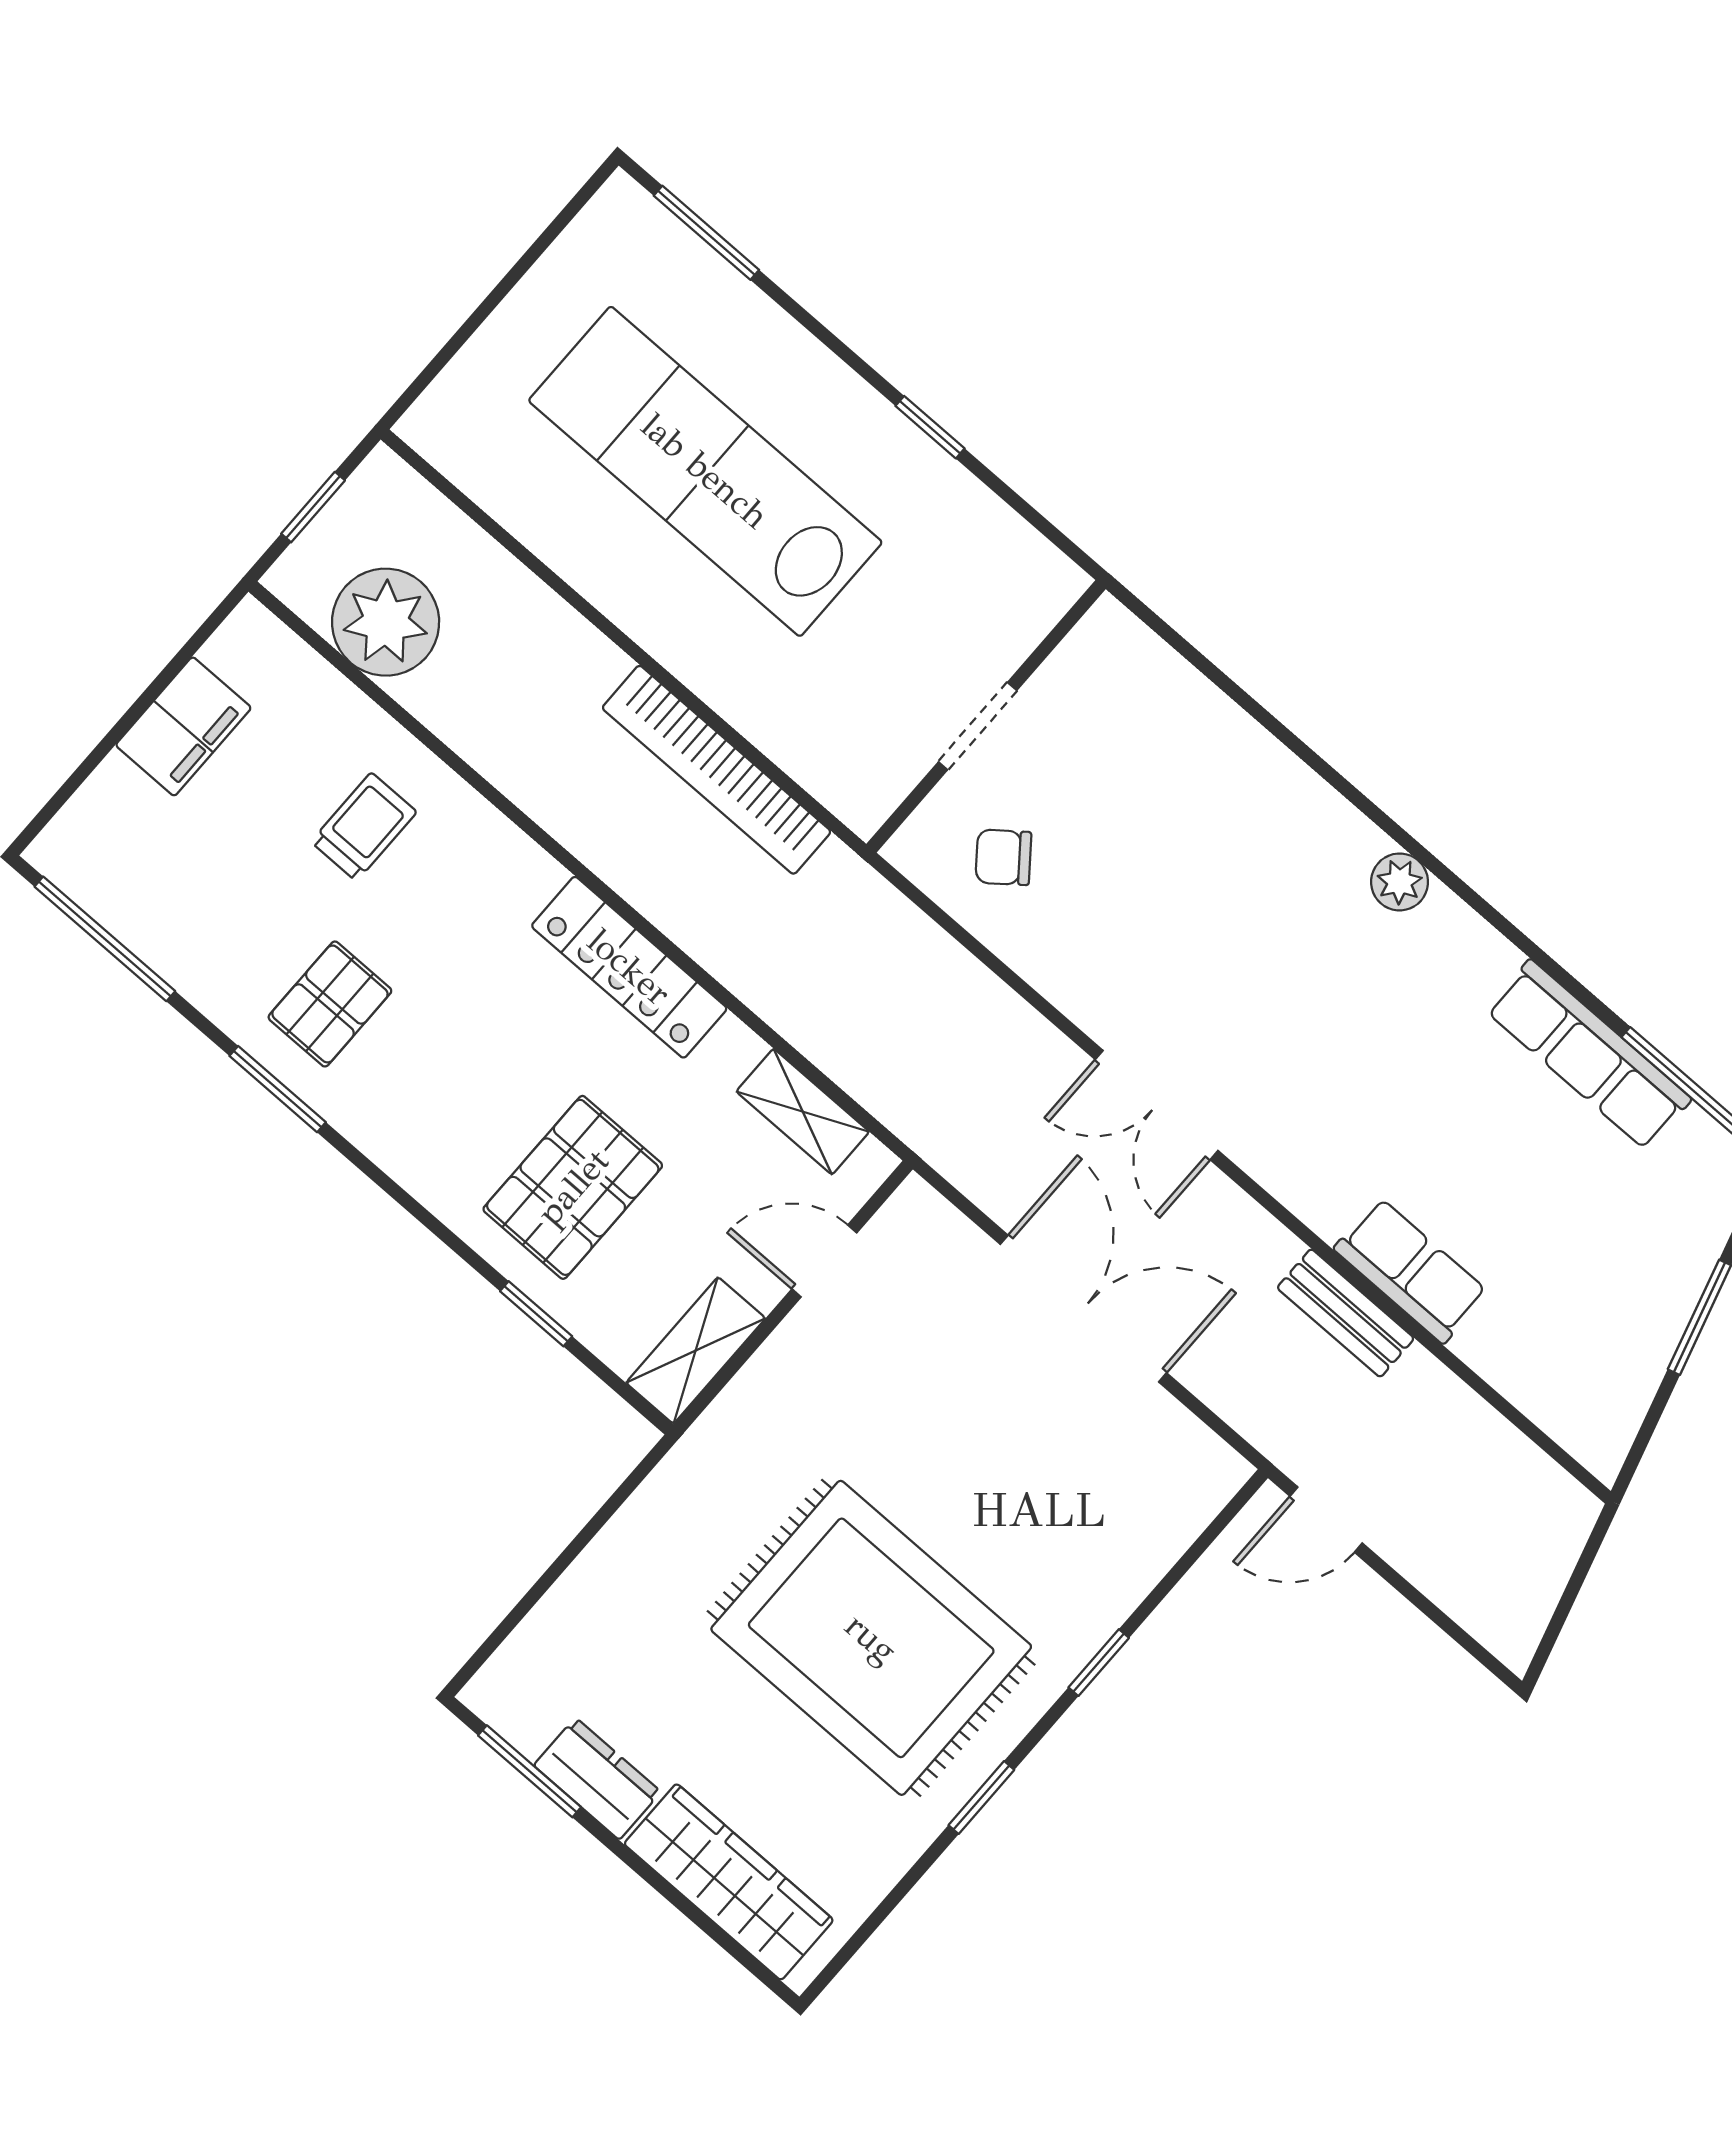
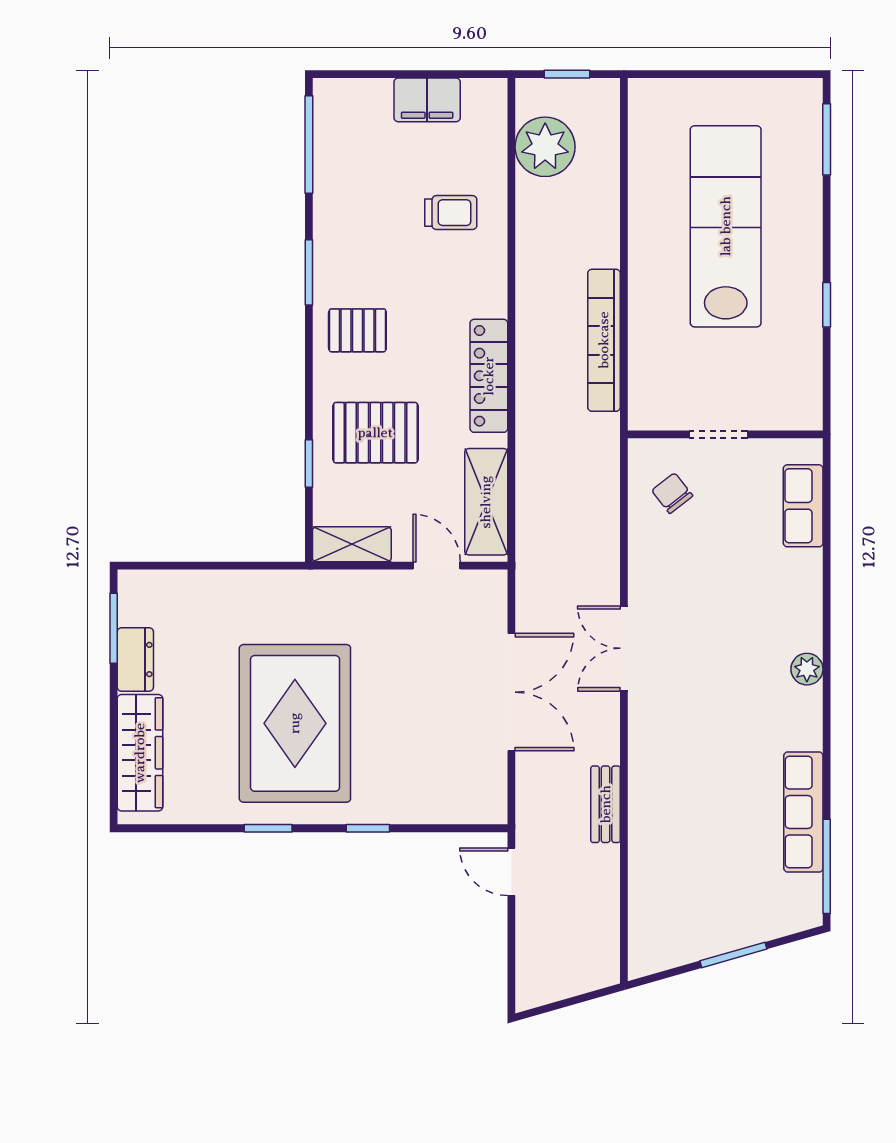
pallet: (330, 1004) -> (357, 330), moved
shelving: (803, 1112) -> (486, 502), width x1.50, depth x1.33
row of seats: (1411, 1270) -> (803, 506), moved, turned 180

